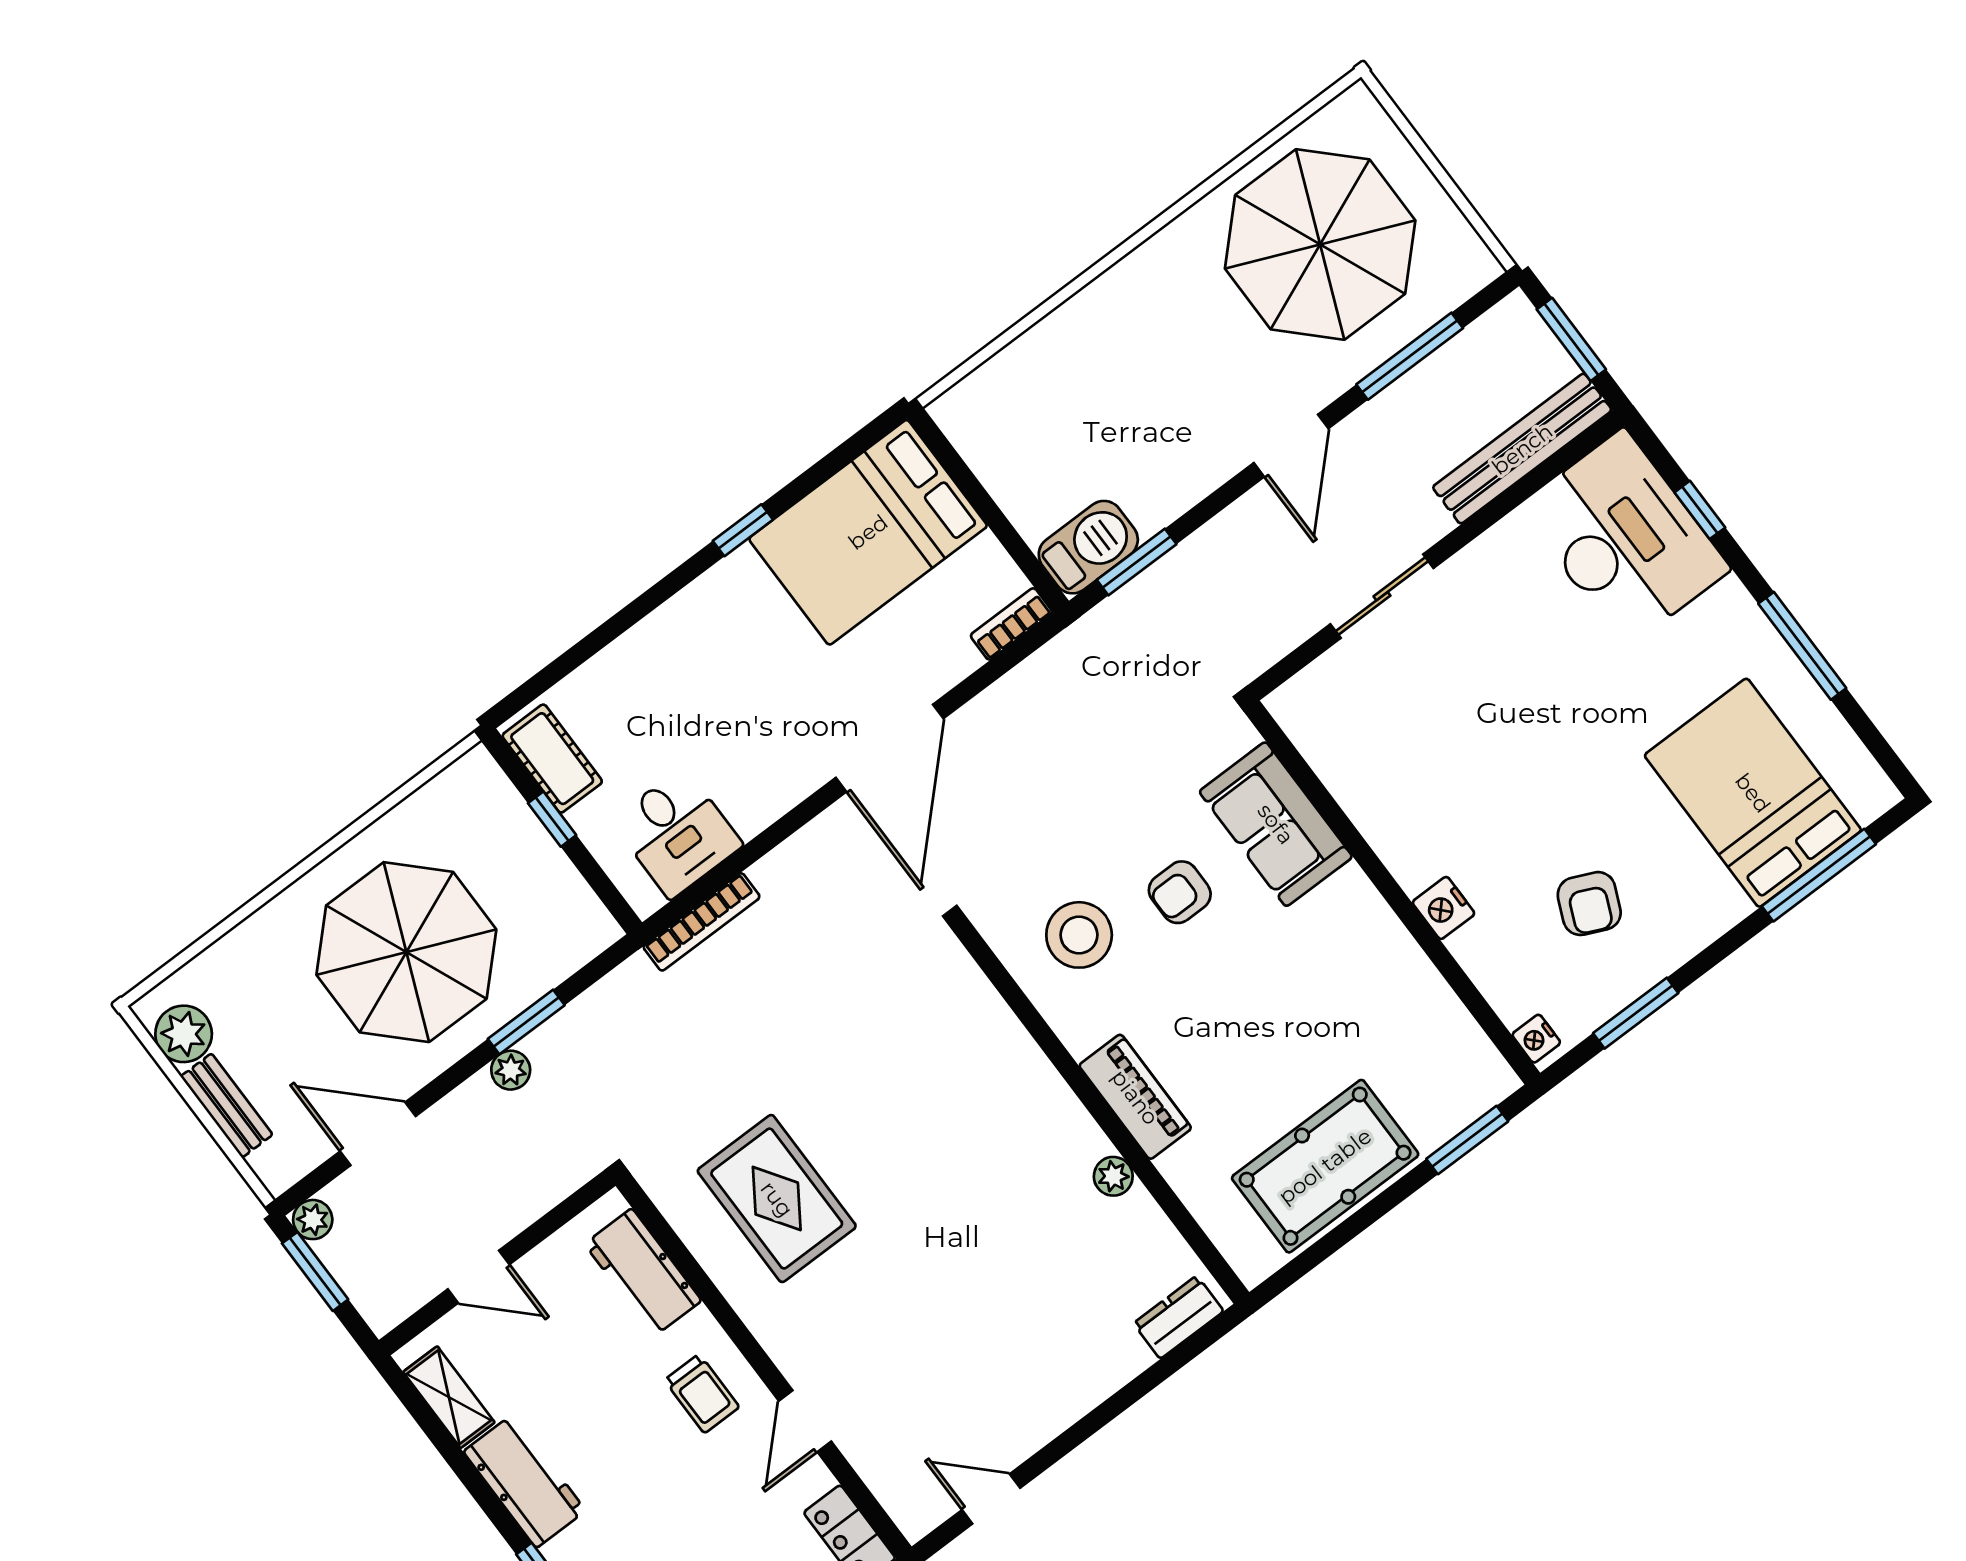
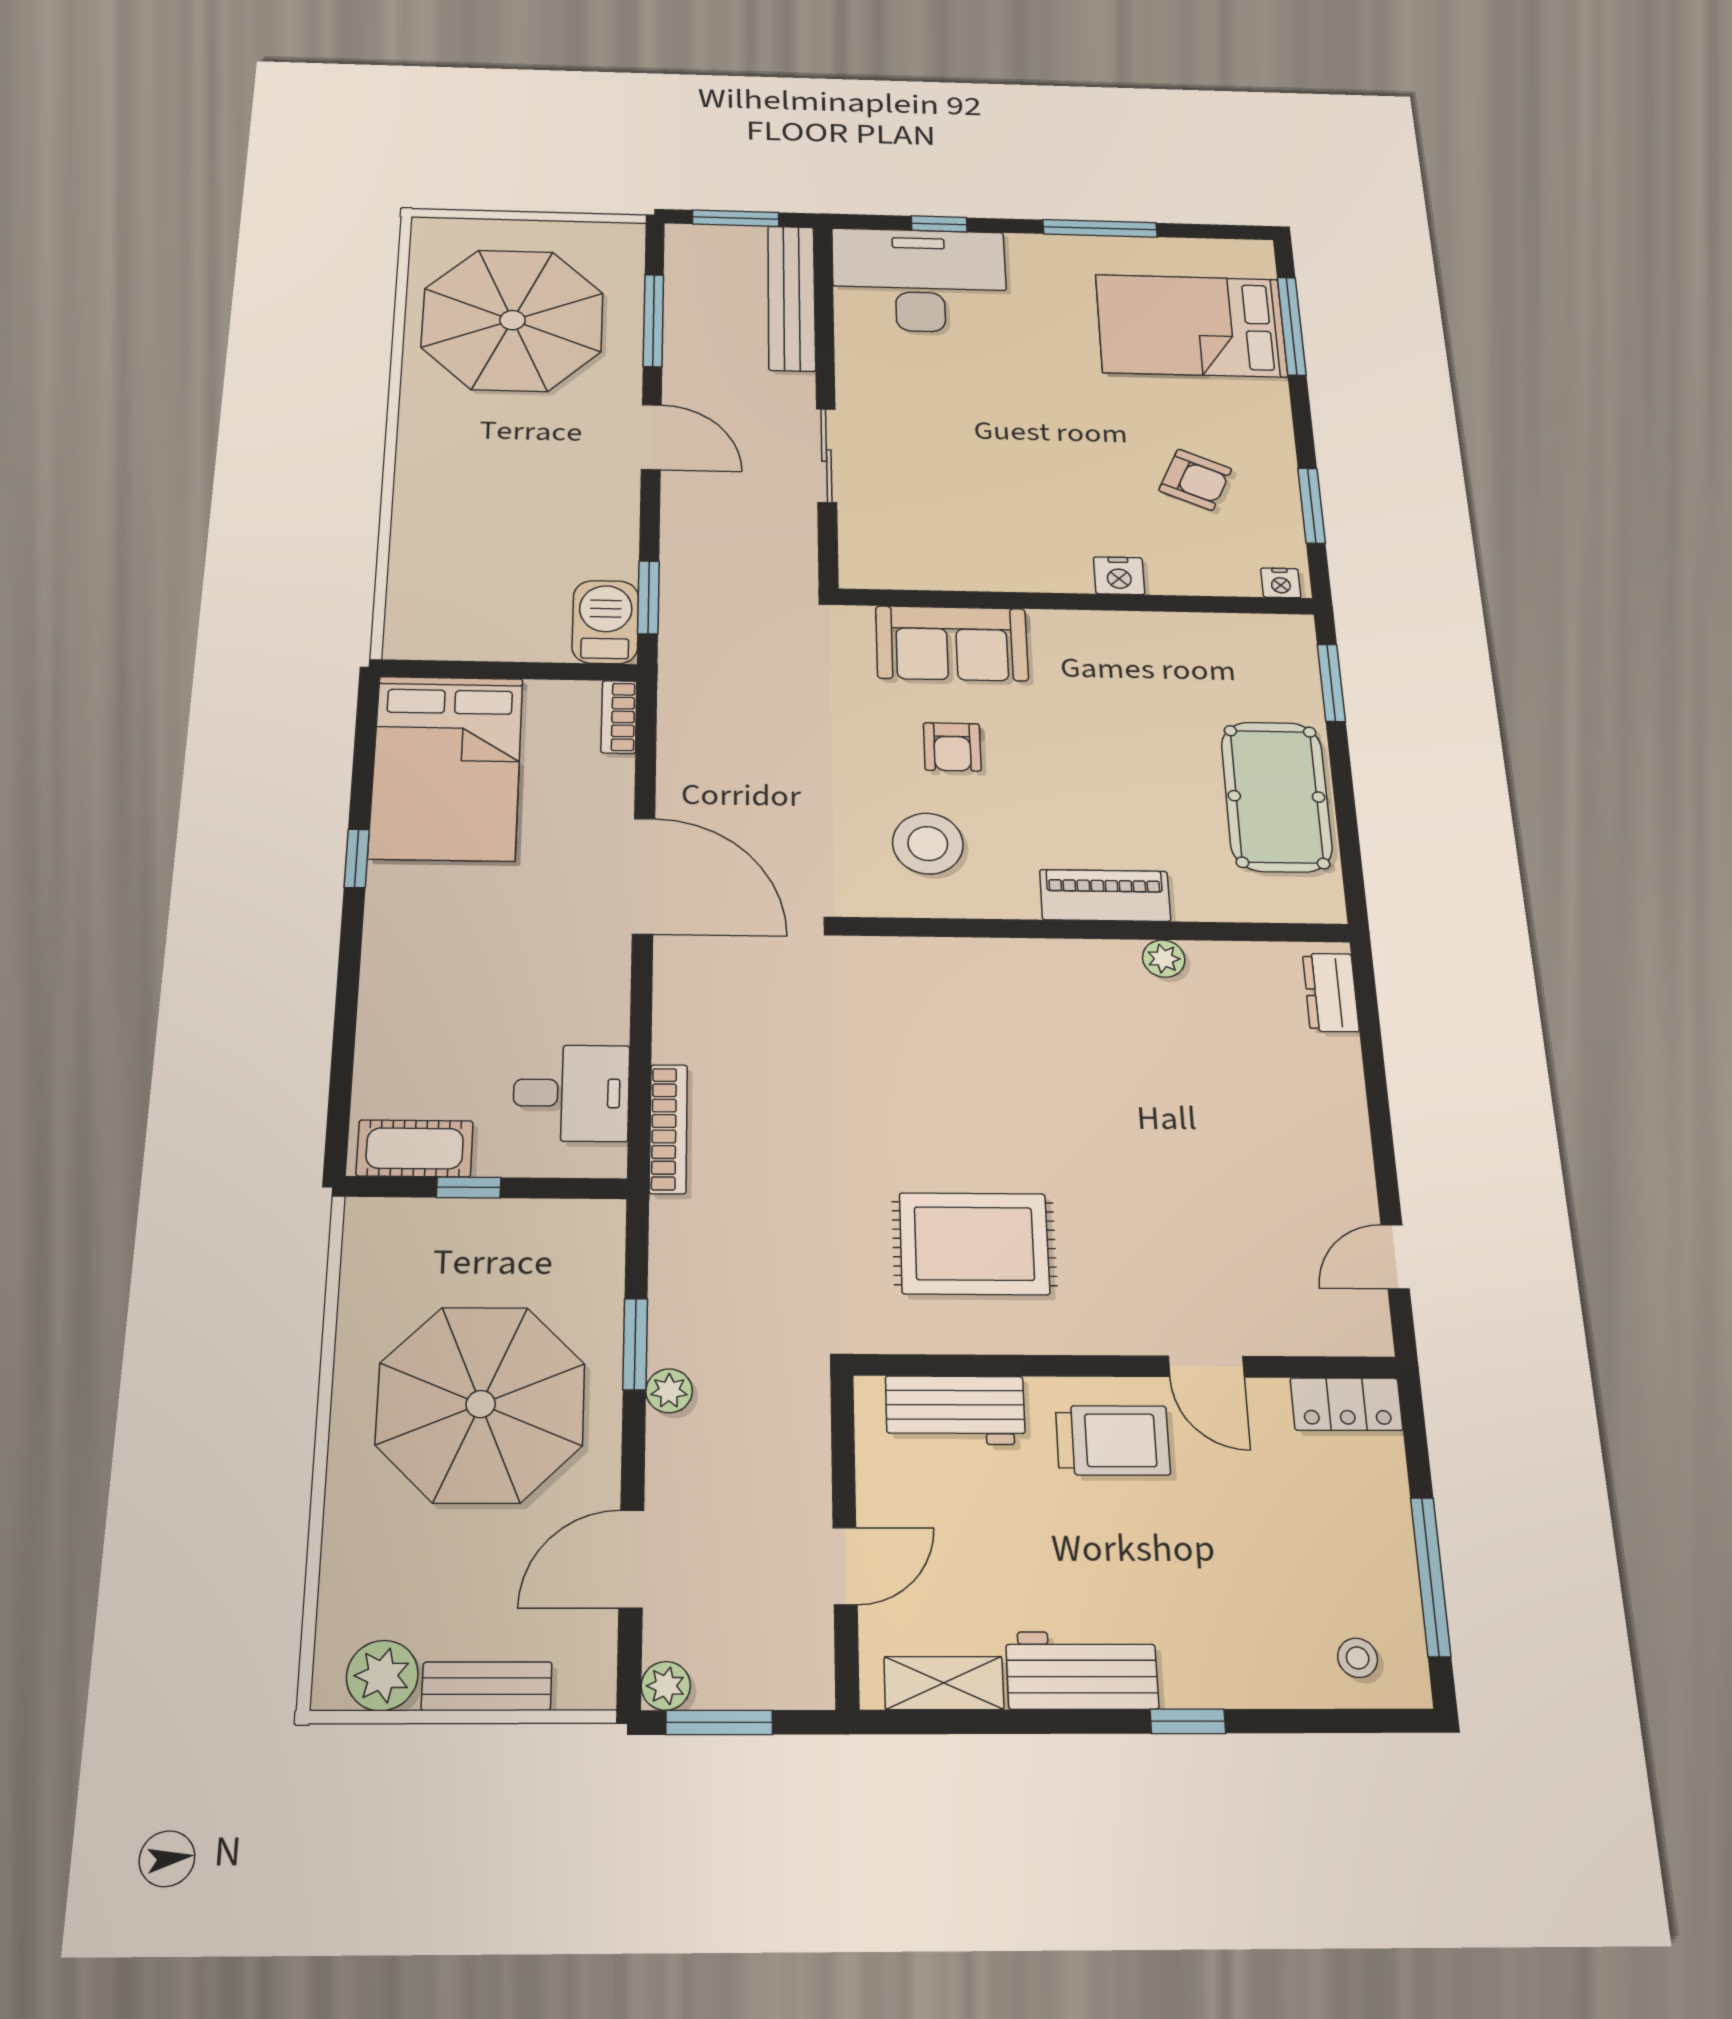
trolley: (702, 1394) -> (1113, 1440), width x1.36, depth x1.39

